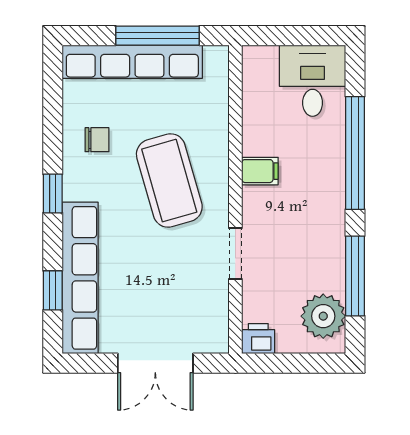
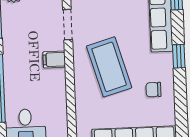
filing cabinet: (260, 171) -> (54, 59), moved

